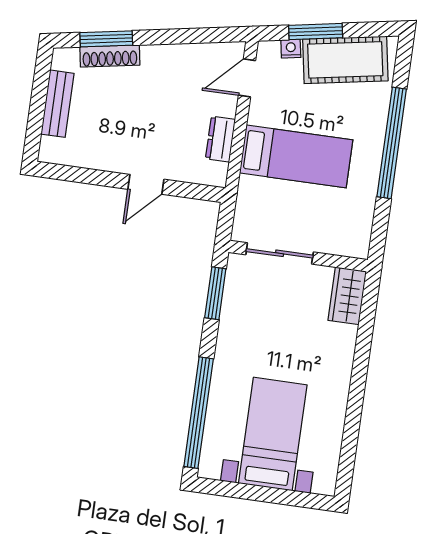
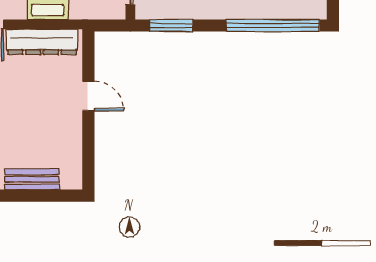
dresser: (220, 139) -> (42, 42), width x1.96, depth x1.24

